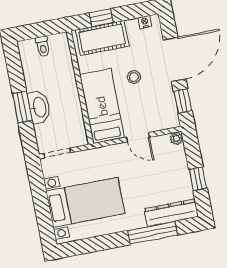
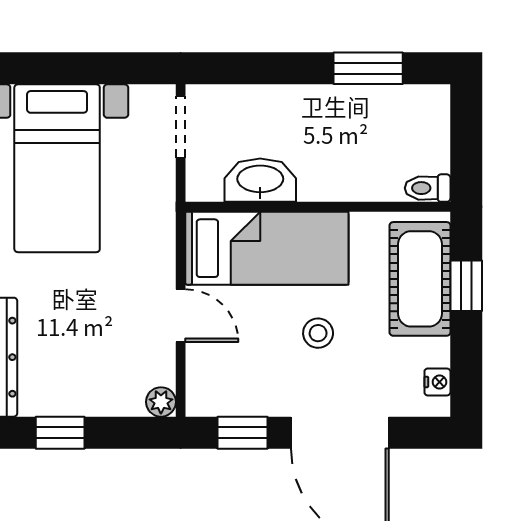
toilet: (43, 46) -> (428, 188), moved
window: (22, 107) -> (368, 68), moved
washbasin: (39, 107) -> (260, 180), moved, turned 180
door: (138, 137) -> (181, 316), swing flipped

